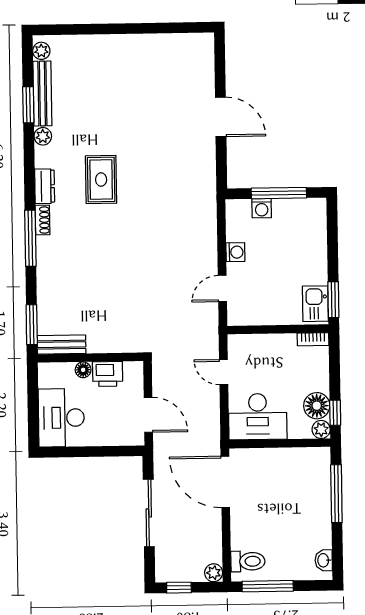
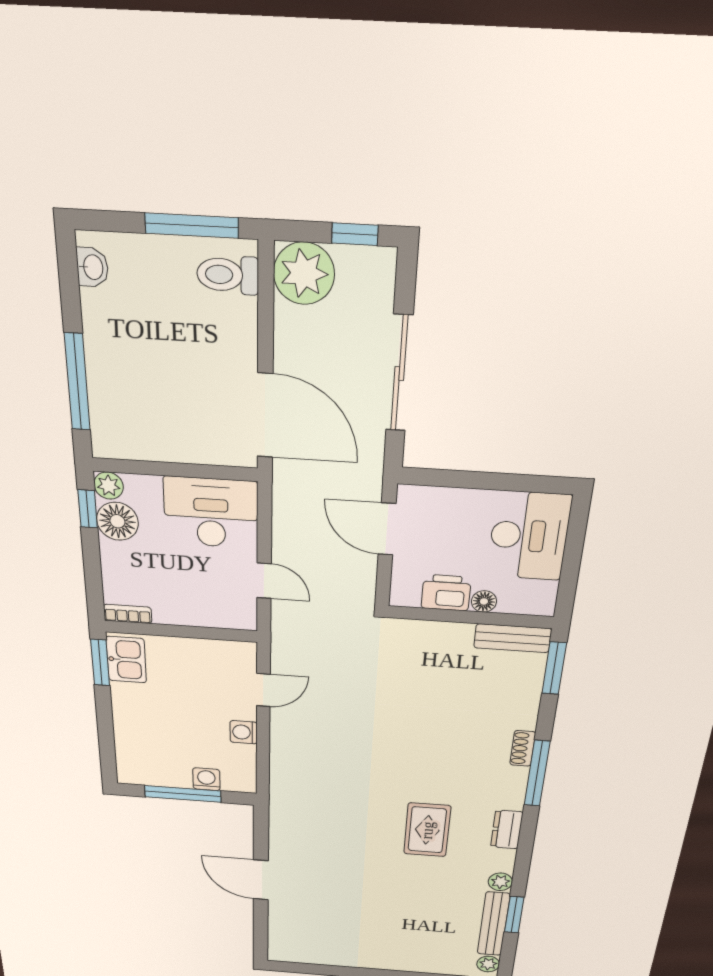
shoe rack: (43, 220) -> (523, 748), moved
plant: (214, 573) -> (304, 273), width x1.87, depth x1.87

